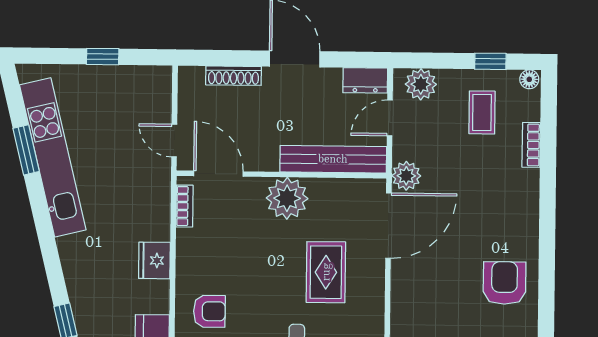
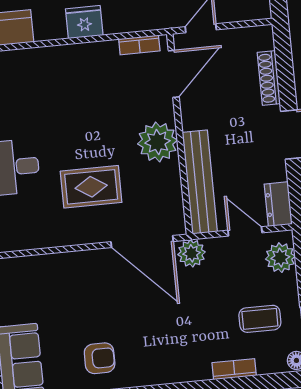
armchair: (504, 283) -> (100, 358), width x0.72, depth x0.72
armchair: (209, 311) -> (42, 80), removed

